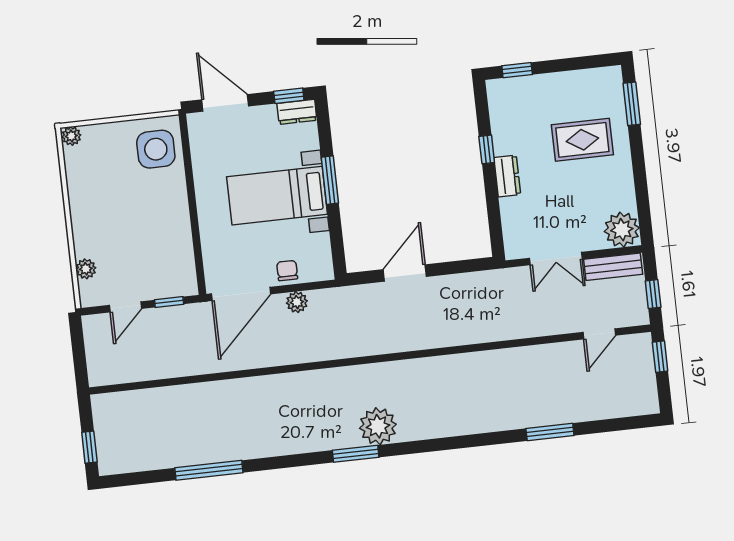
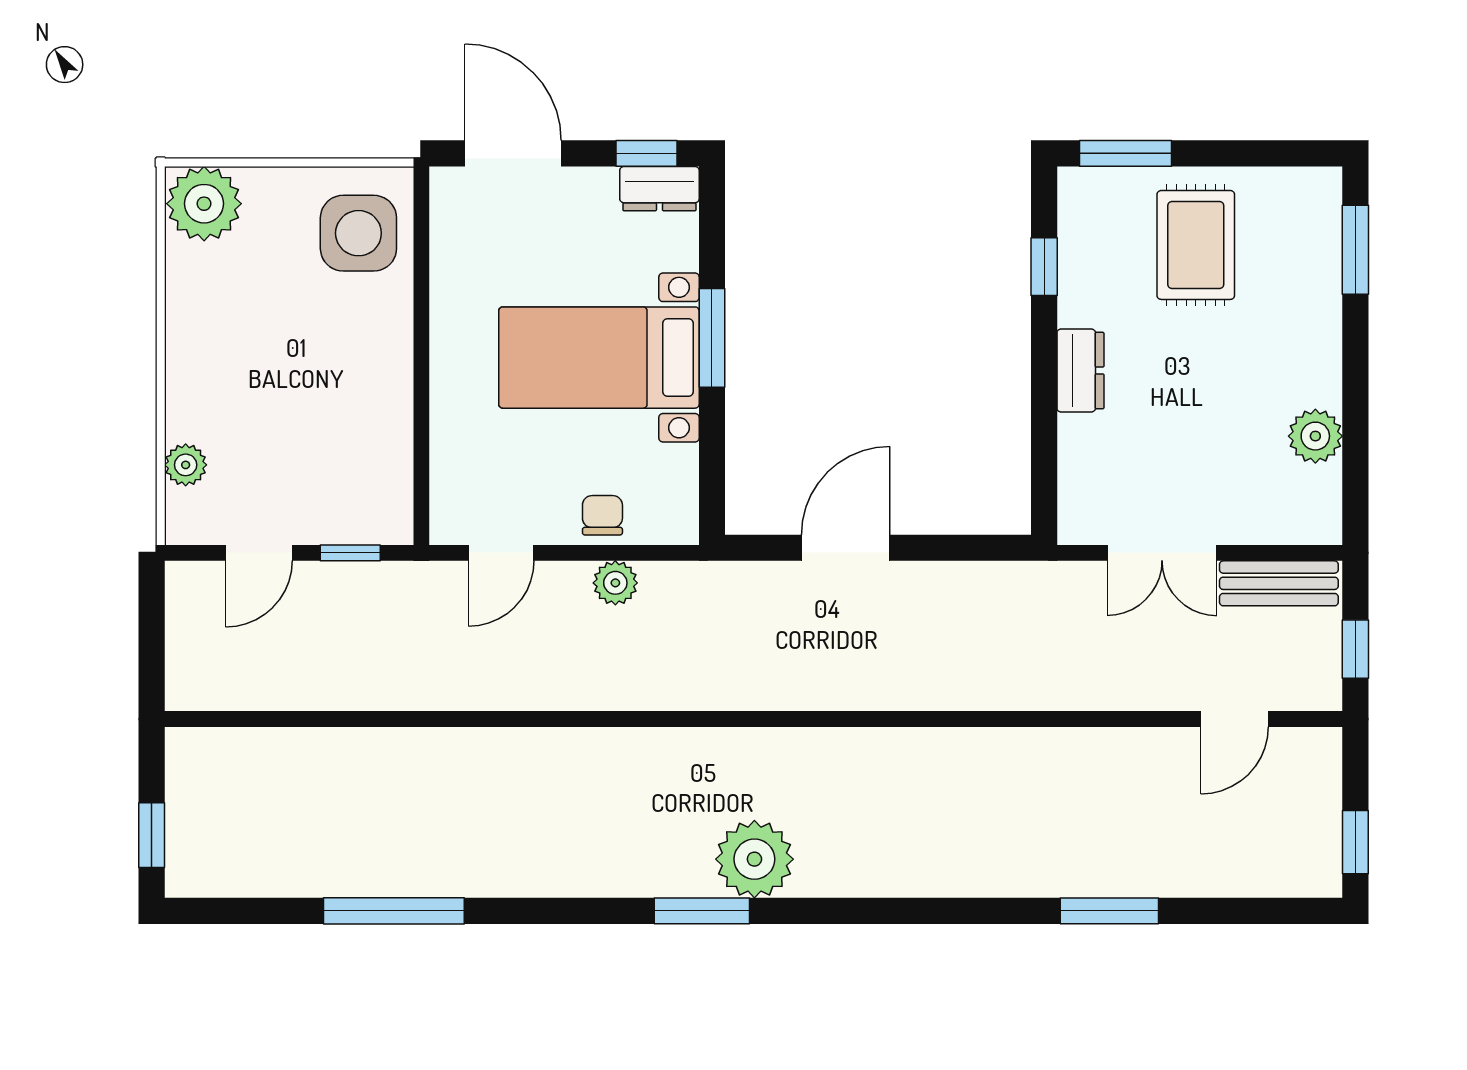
window: (517, 70) -> (1125, 153), width x1.50
plant: (71, 136) -> (204, 204), width x1.88, depth x1.88
rug: (582, 140) -> (1196, 245), moved, turned 90
window: (487, 149) -> (1044, 267), moved
plant: (622, 230) -> (1315, 436), moved, width x0.73, depth x0.73
door: (241, 294) -> (501, 553), width x0.53
window: (660, 357) -> (1355, 842), moved

